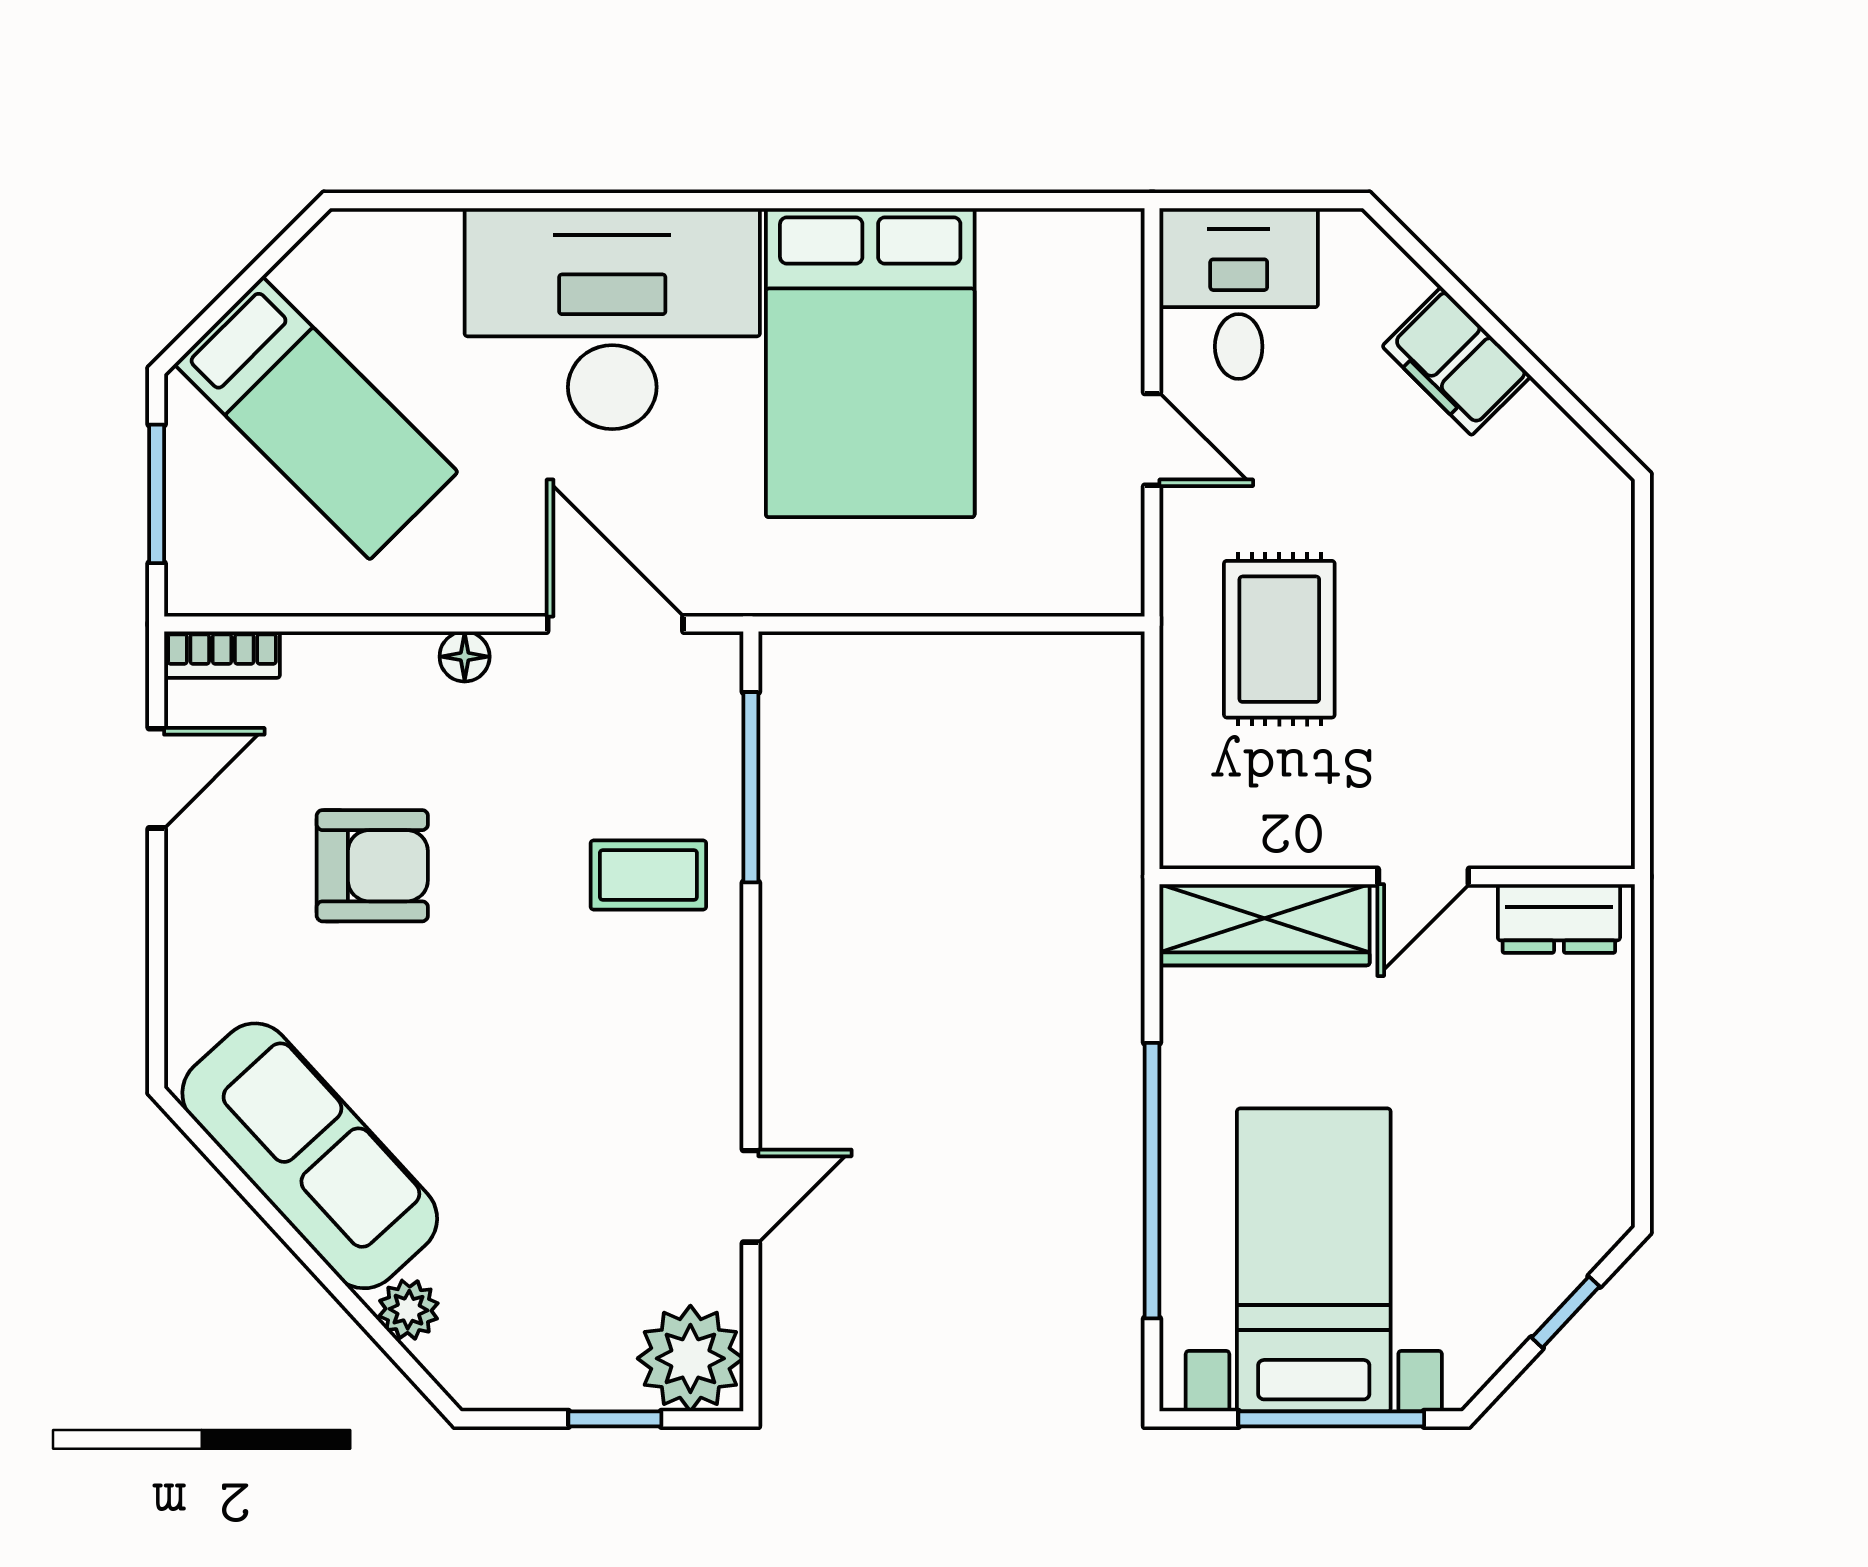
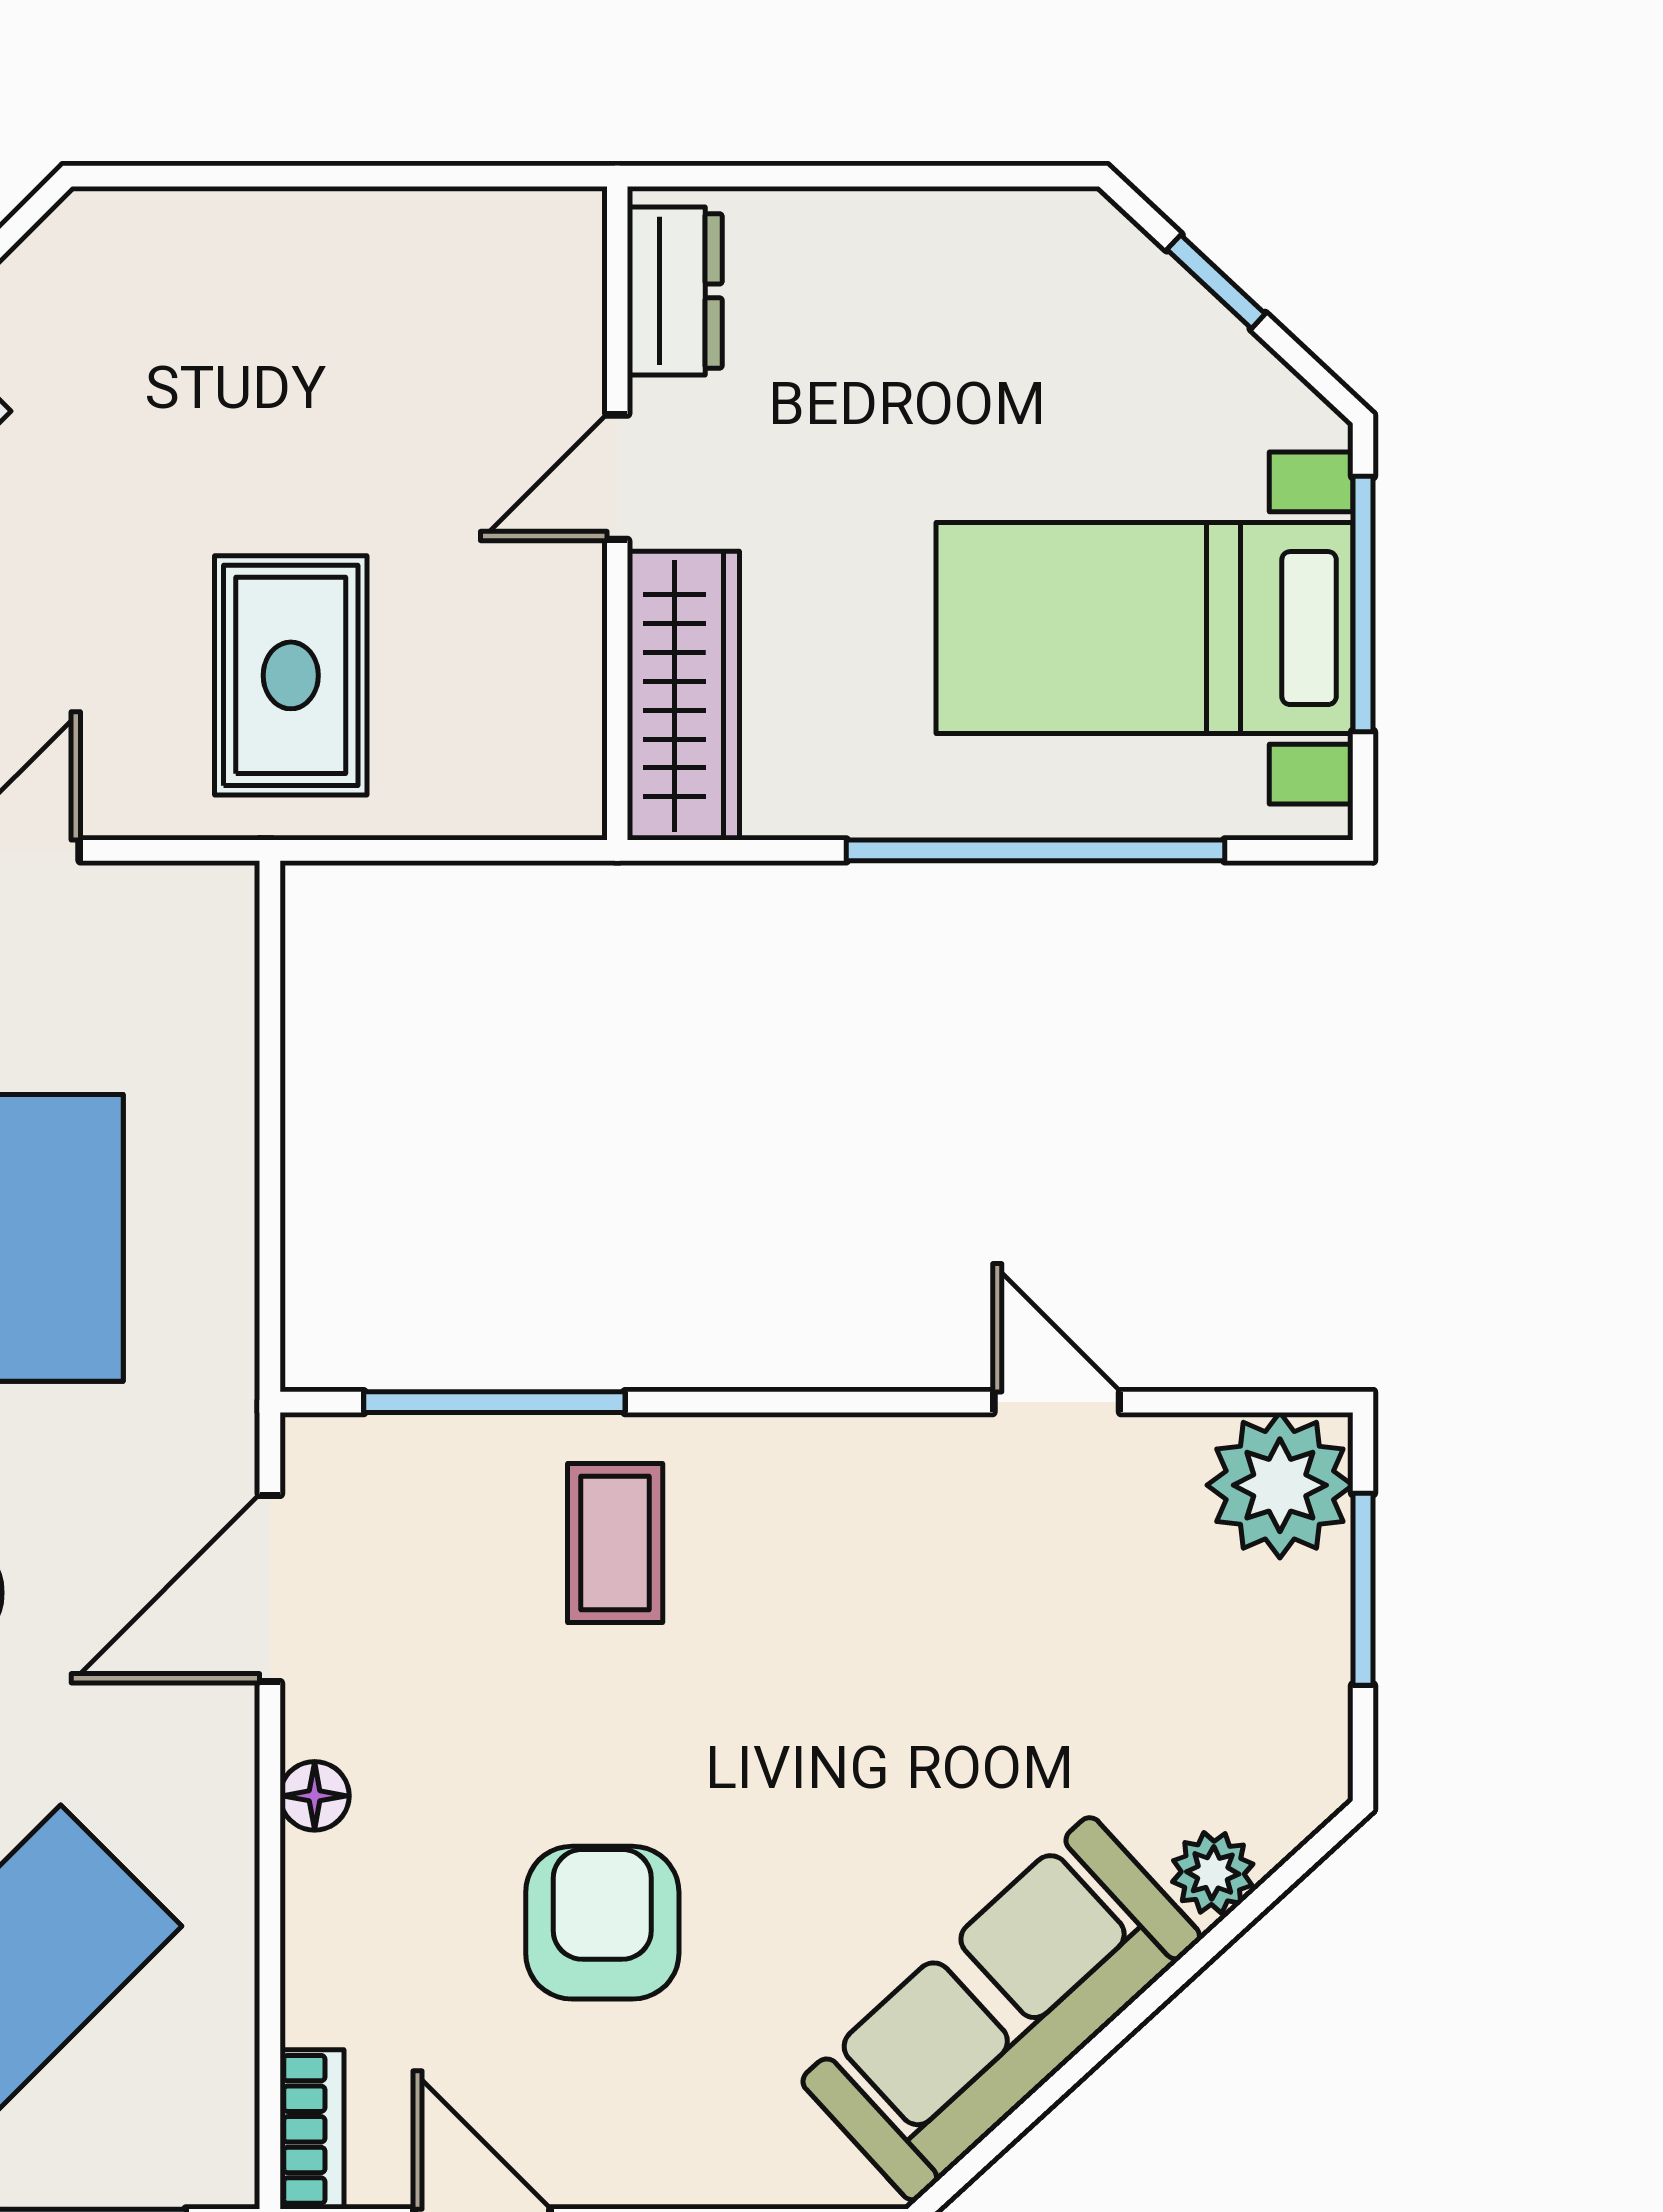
rug: (1279, 639) -> (291, 675), turned 90
door: (1423, 877) -> (617, 477), swing flipped
window: (615, 1419) -> (1363, 1589), width x1.50

